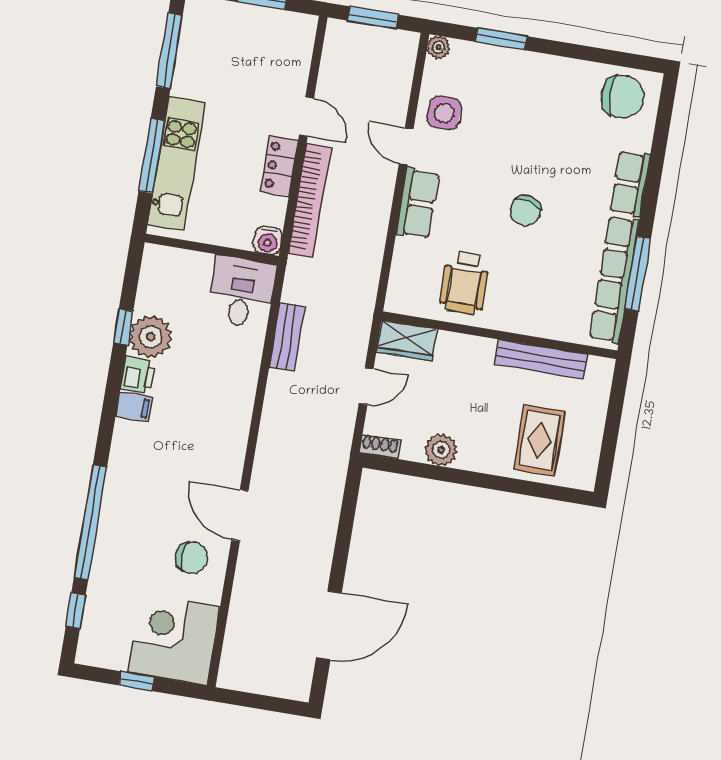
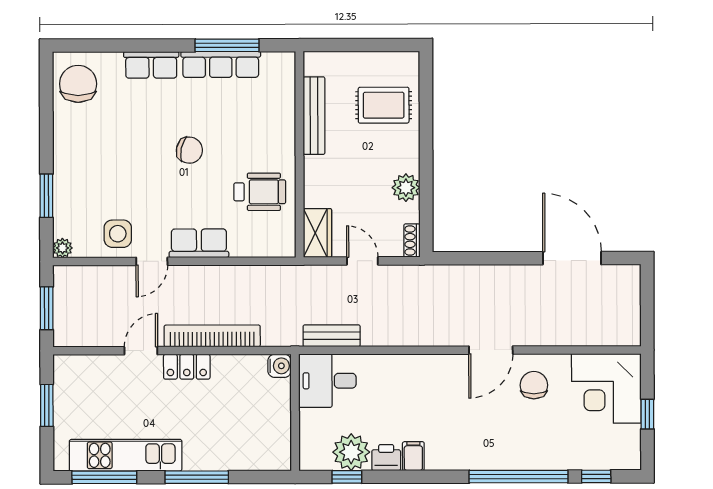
kitchen unit: (176, 164) -> (126, 455), moved
water cooler: (268, 241) -> (280, 366), moved
wall: (212, 249) -> (295, 412), moved
row of seats: (614, 279) -> (221, 64), width x0.73
desk: (242, 292) -> (327, 381), moved

